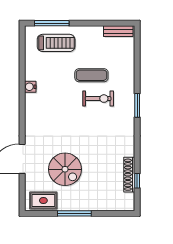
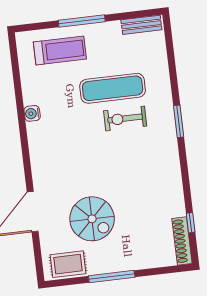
window: (52, 23) -> (82, 21), moved
exercise mat: (91, 75) -> (113, 88), width x1.36, depth x1.45
exercise bike: (98, 99) -> (125, 118), turned 180
shoe rack: (129, 175) -> (182, 241), moved

